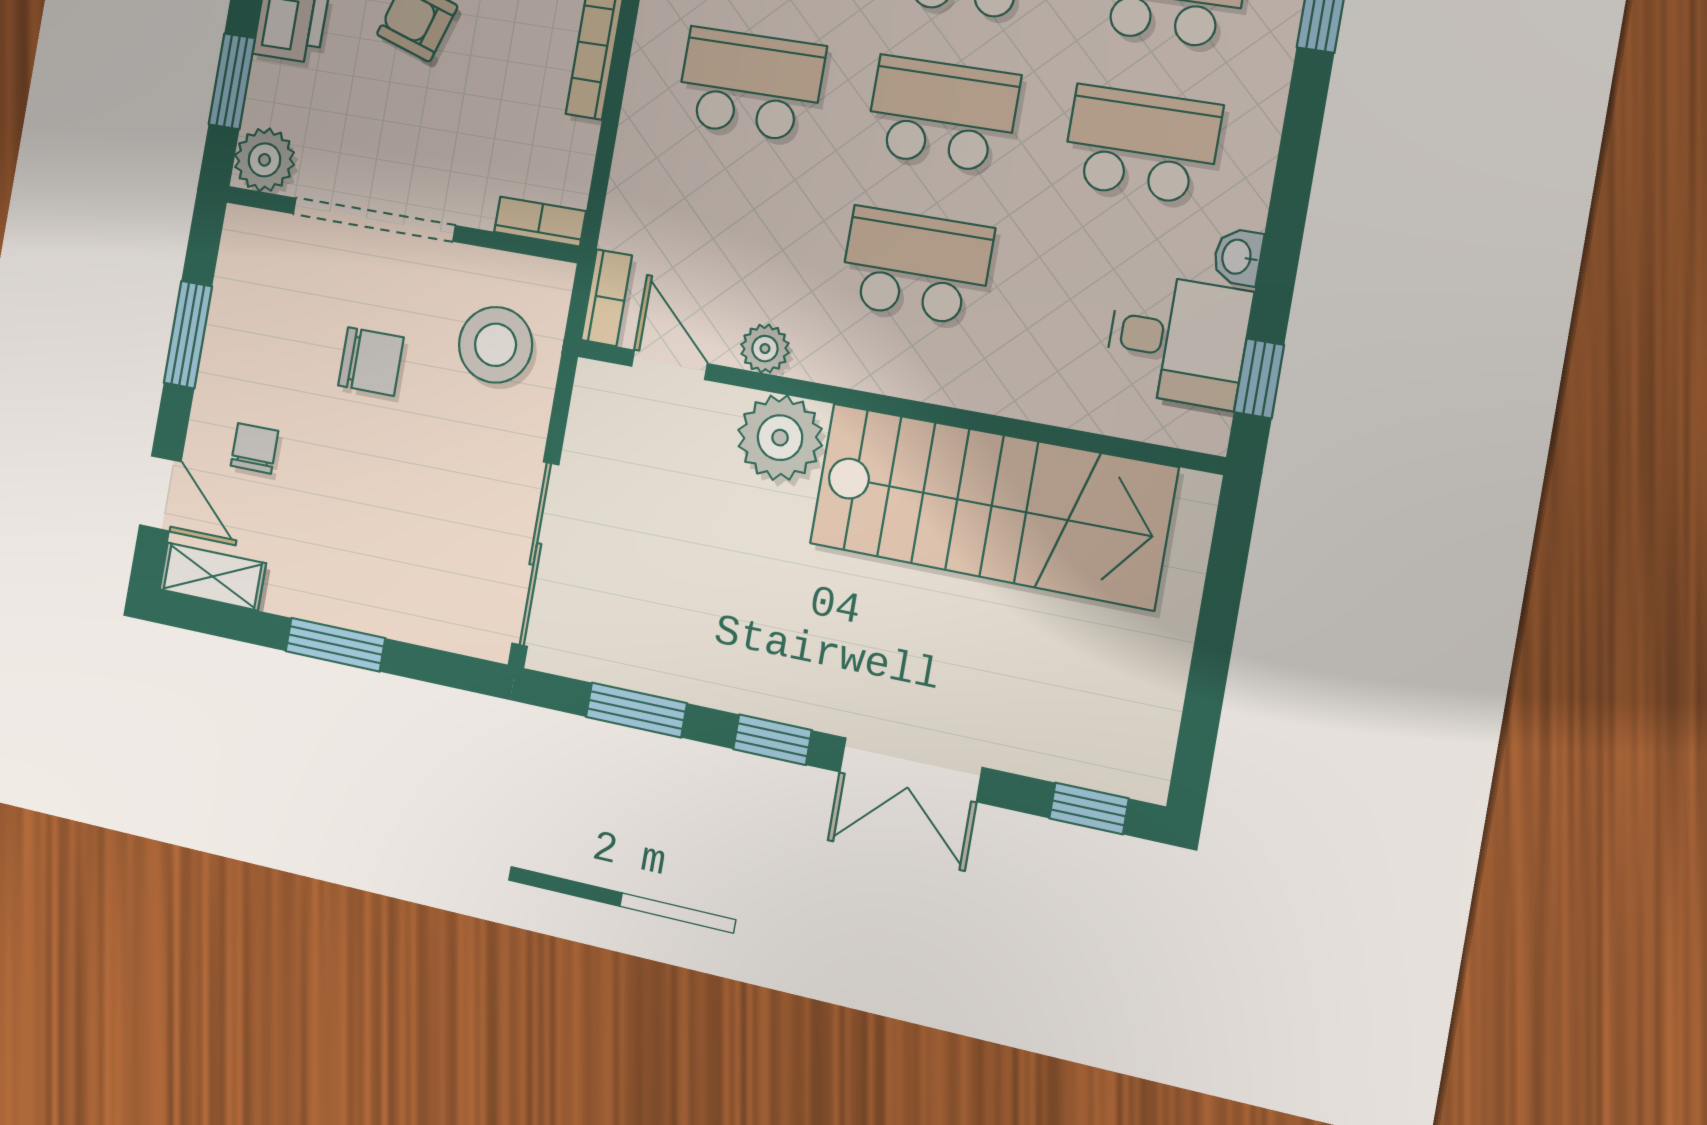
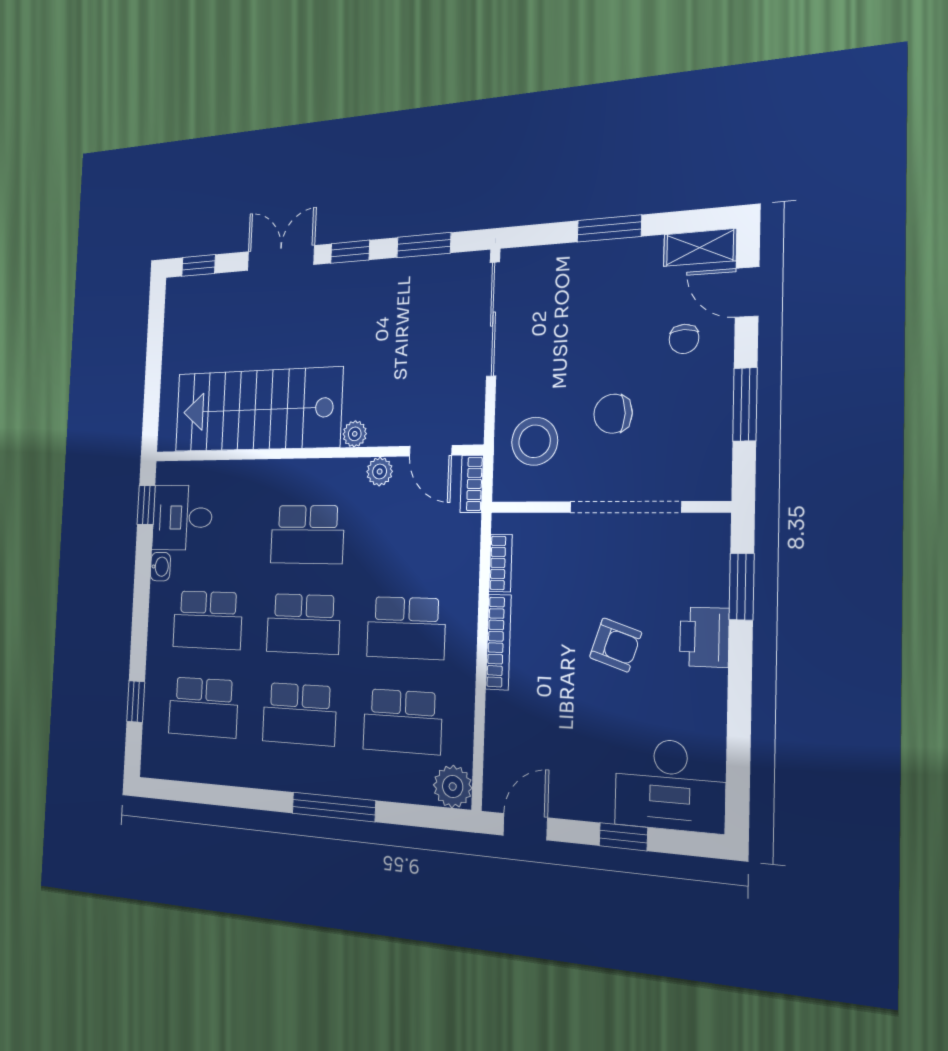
plant: (264, 160) -> (708, 535), removed
bookcase: (540, 222) -> (500, 563), moved, turned -90
plant: (780, 438) -> (355, 434), width x0.53, depth x0.53

